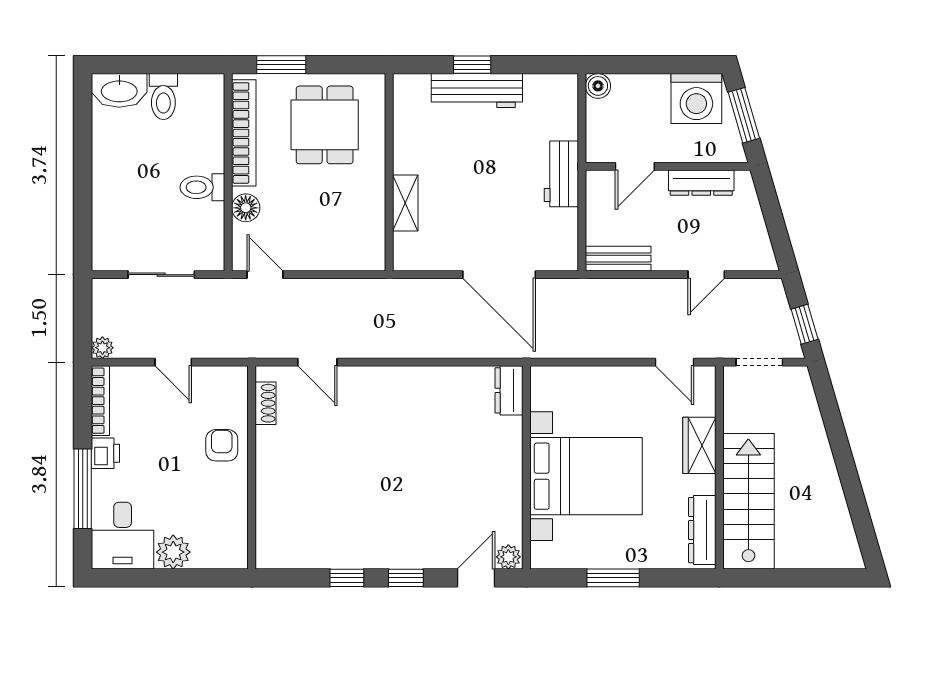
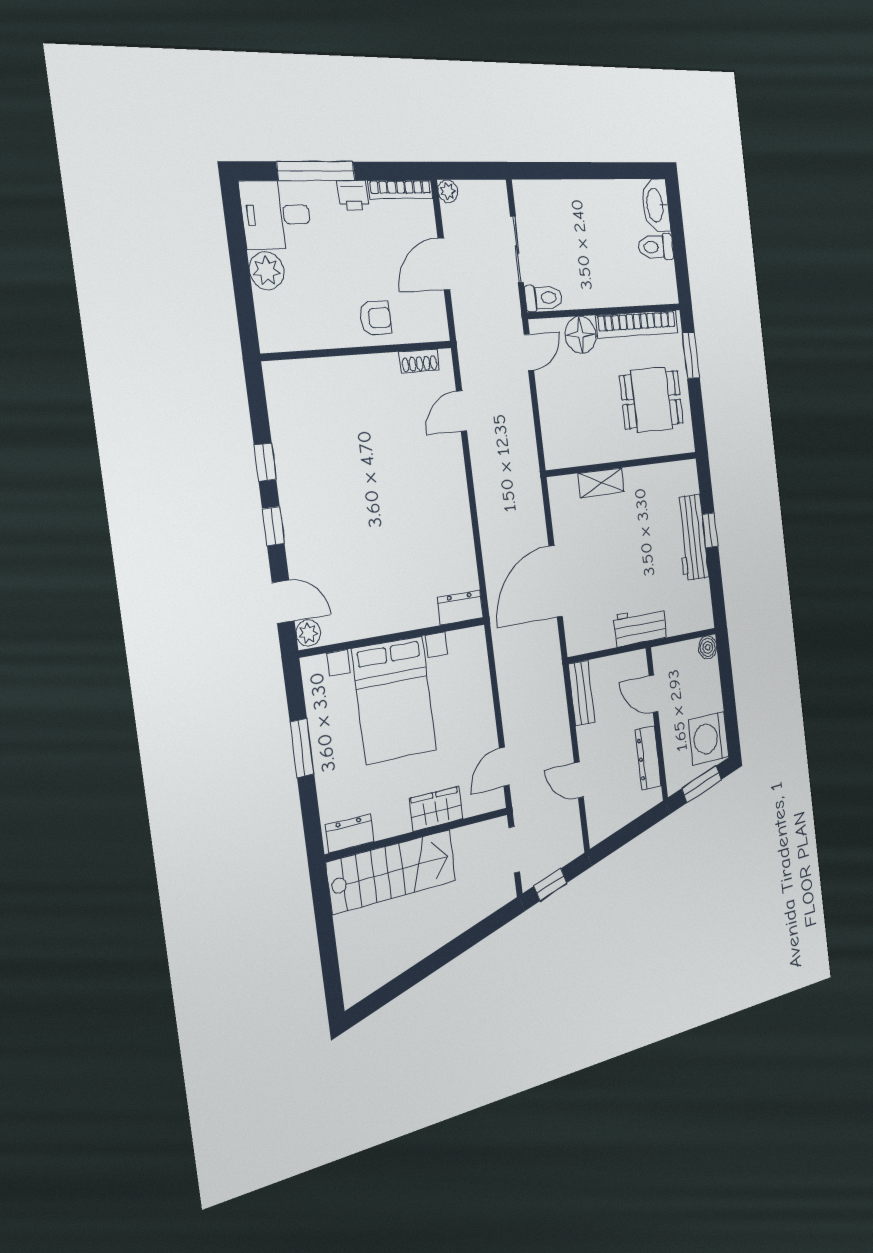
toilet: (202, 187) -> (544, 298), moved, turned 90
floor lamp: (246, 208) -> (581, 335), width x1.38, depth x1.38
door: (173, 362) -> (444, 264), width x1.38
dresser: (702, 530) -> (350, 833), width x0.70

